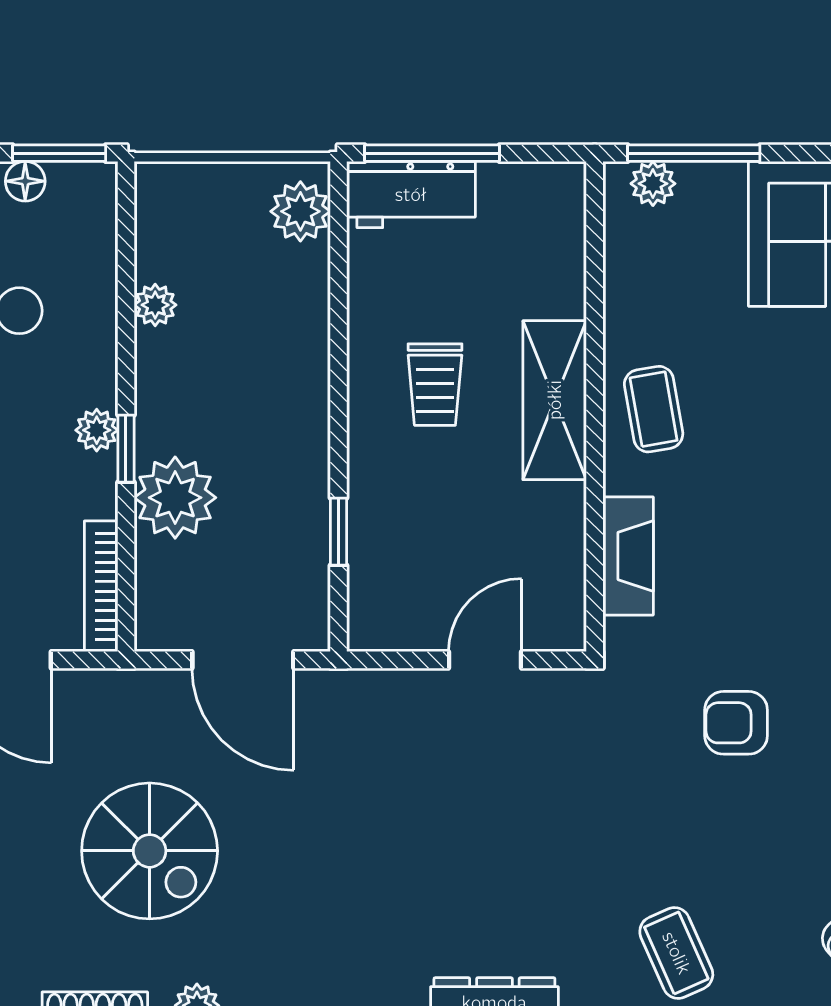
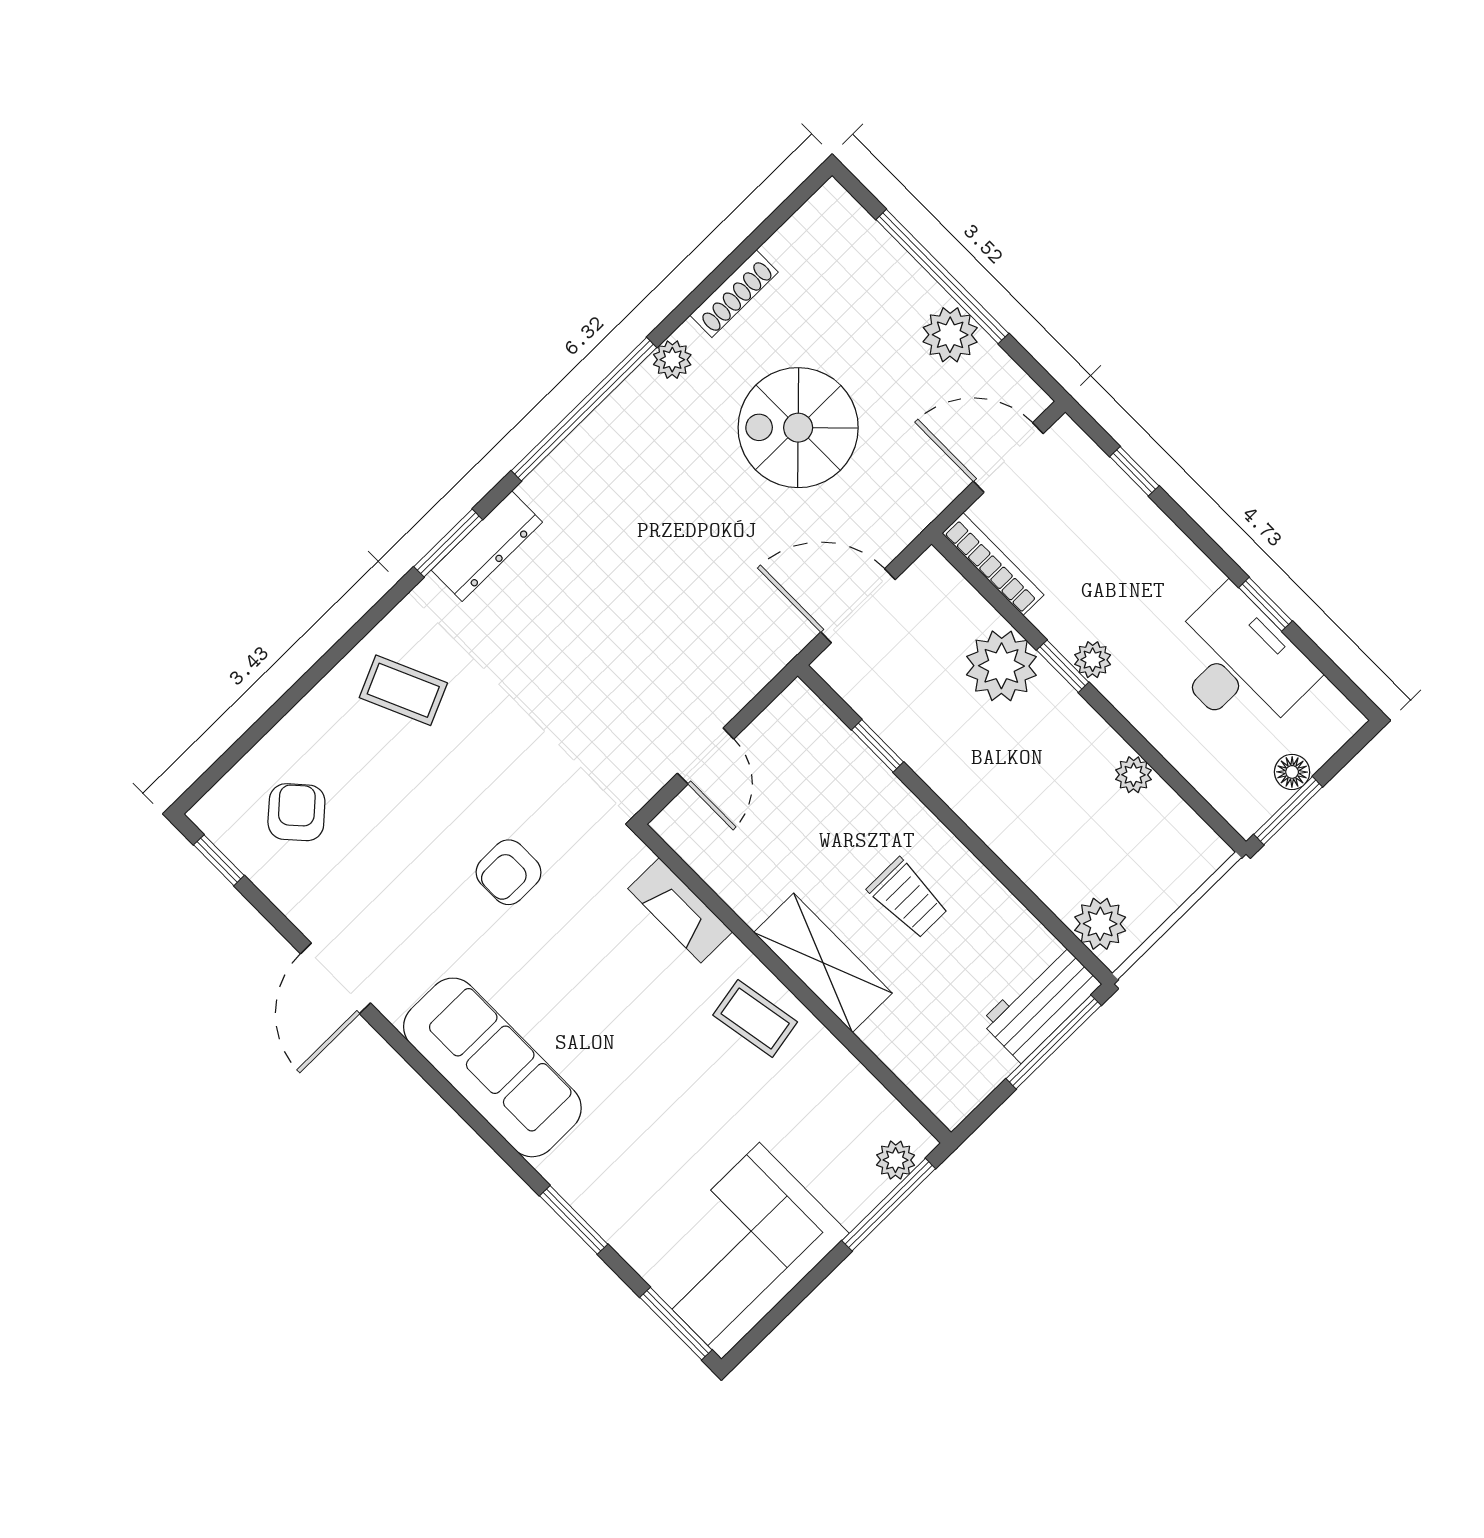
trolley: (435, 385) -> (908, 898), turned 180
armchair: (736, 723) -> (509, 872), turned 180

